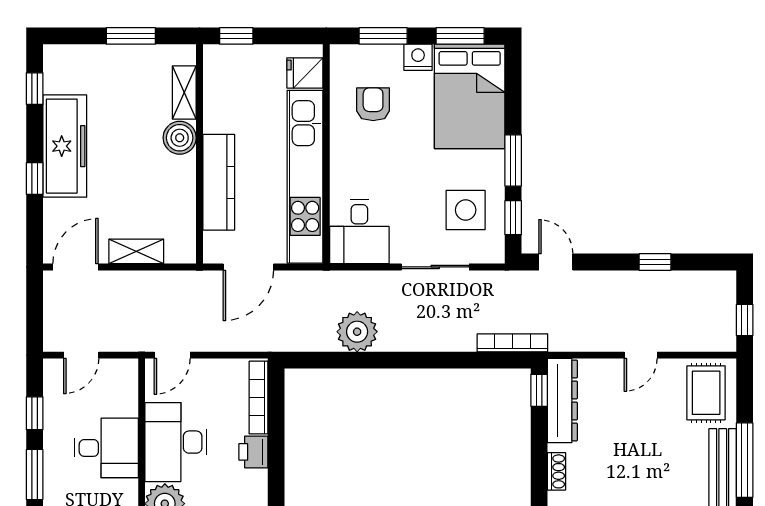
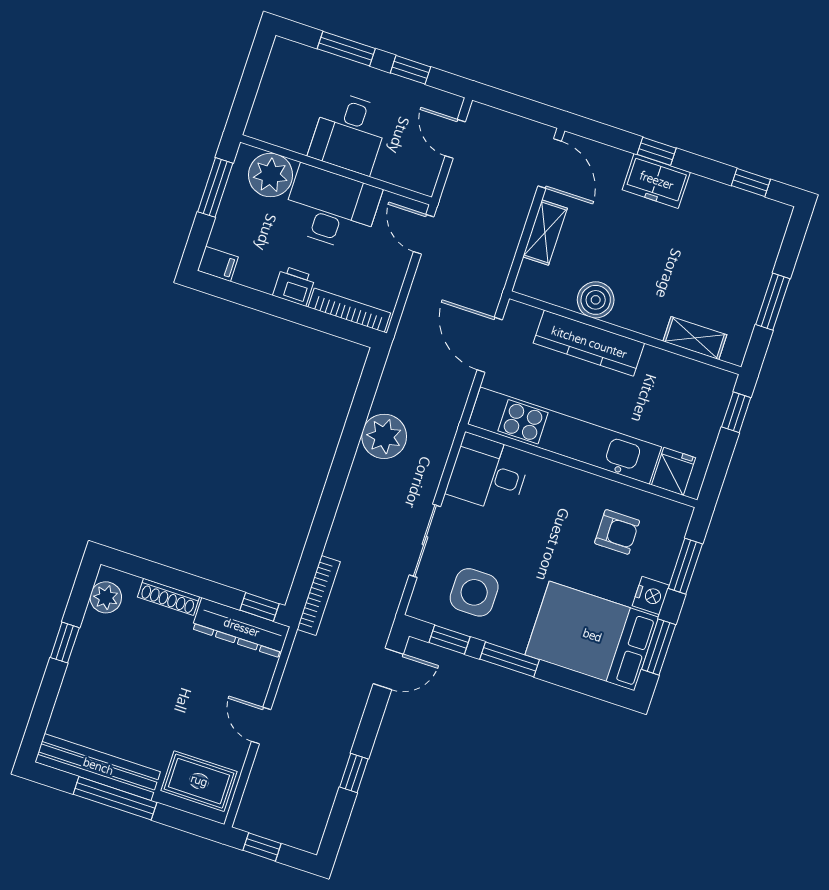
boiler: (180, 138) -> (596, 300), moved
freezer: (65, 146) -> (656, 181), width x0.52, depth x0.79
shoe rack: (556, 471) -> (168, 597), width x1.43

